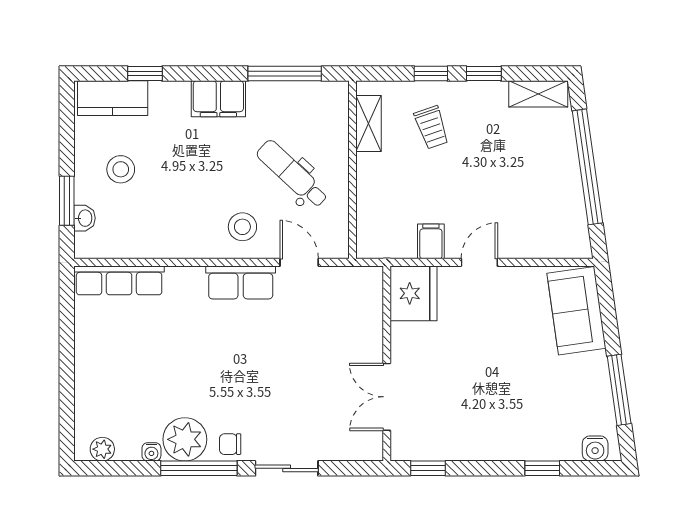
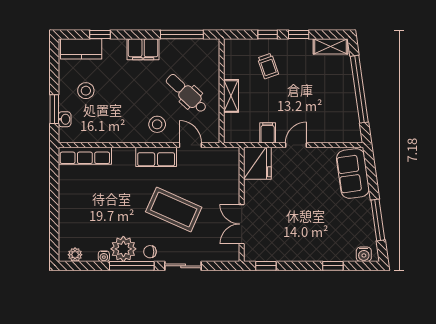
shelving: (369, 124) -> (231, 96), moved
coffee table: (271, 372) -> (174, 210), added

